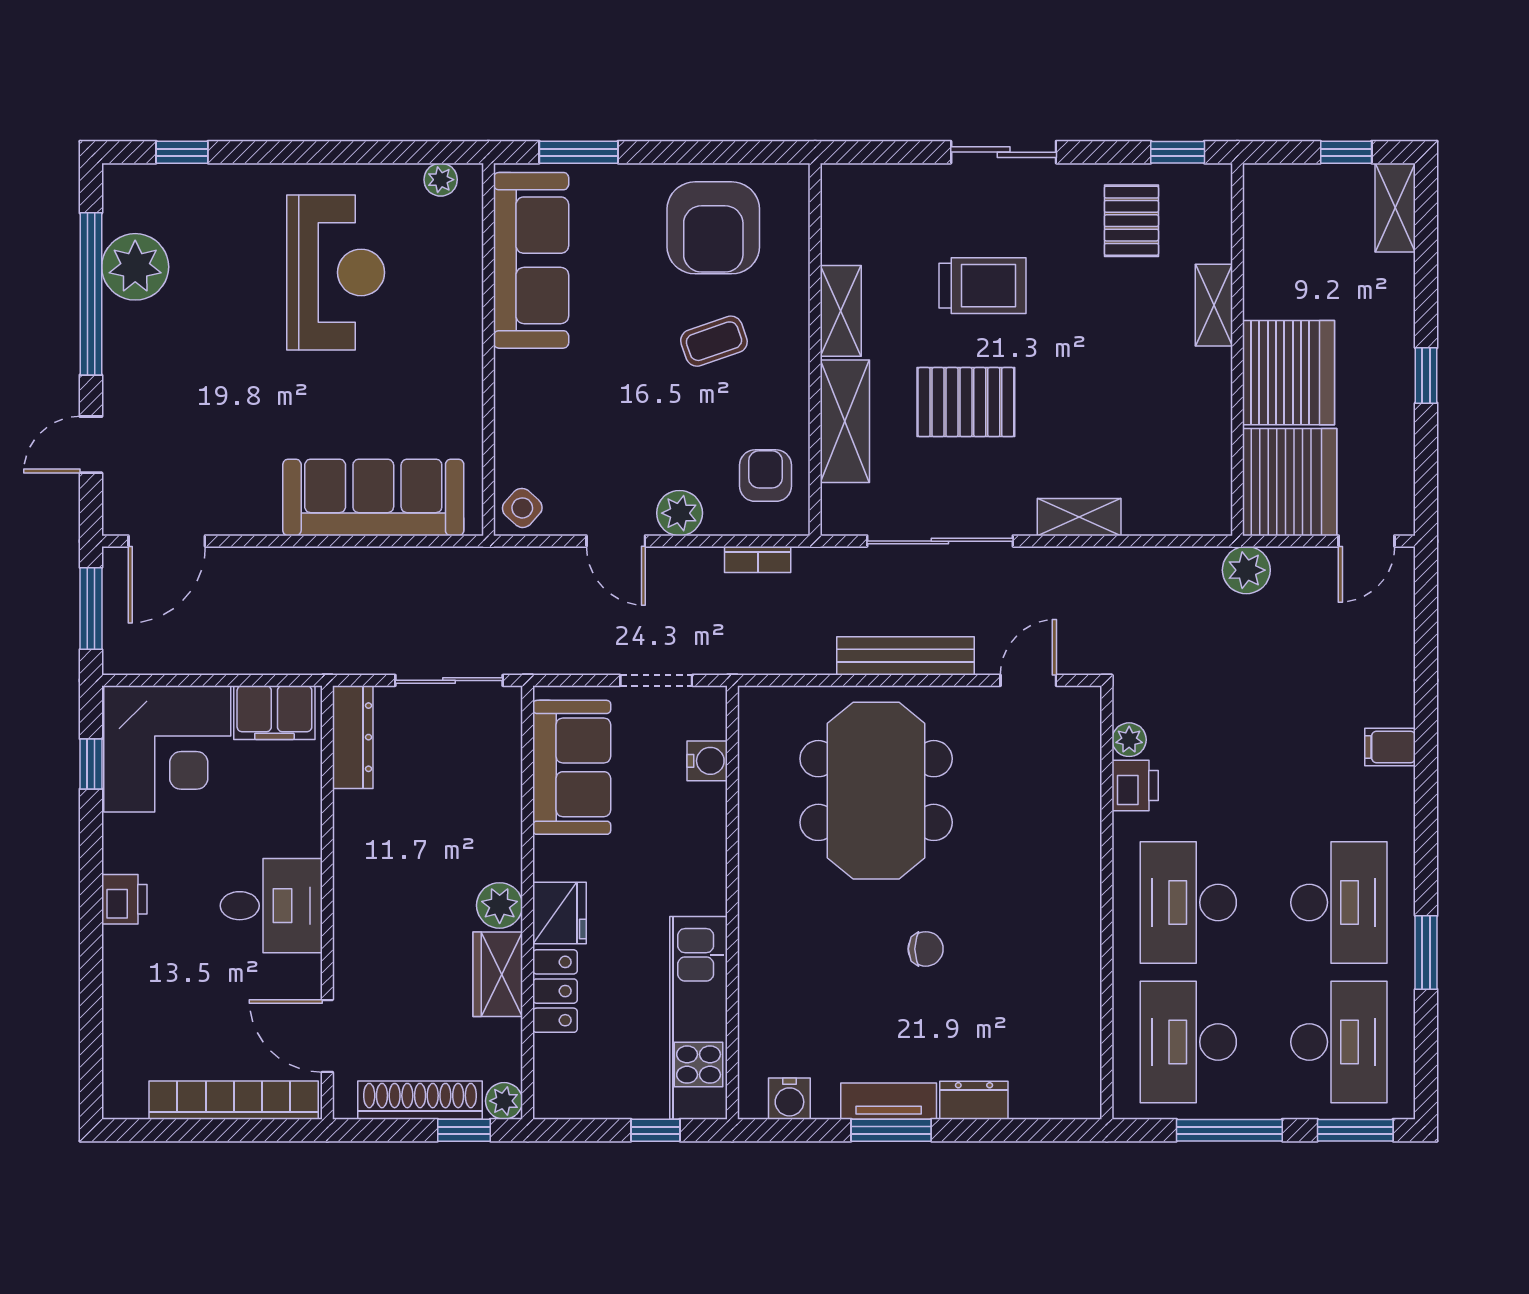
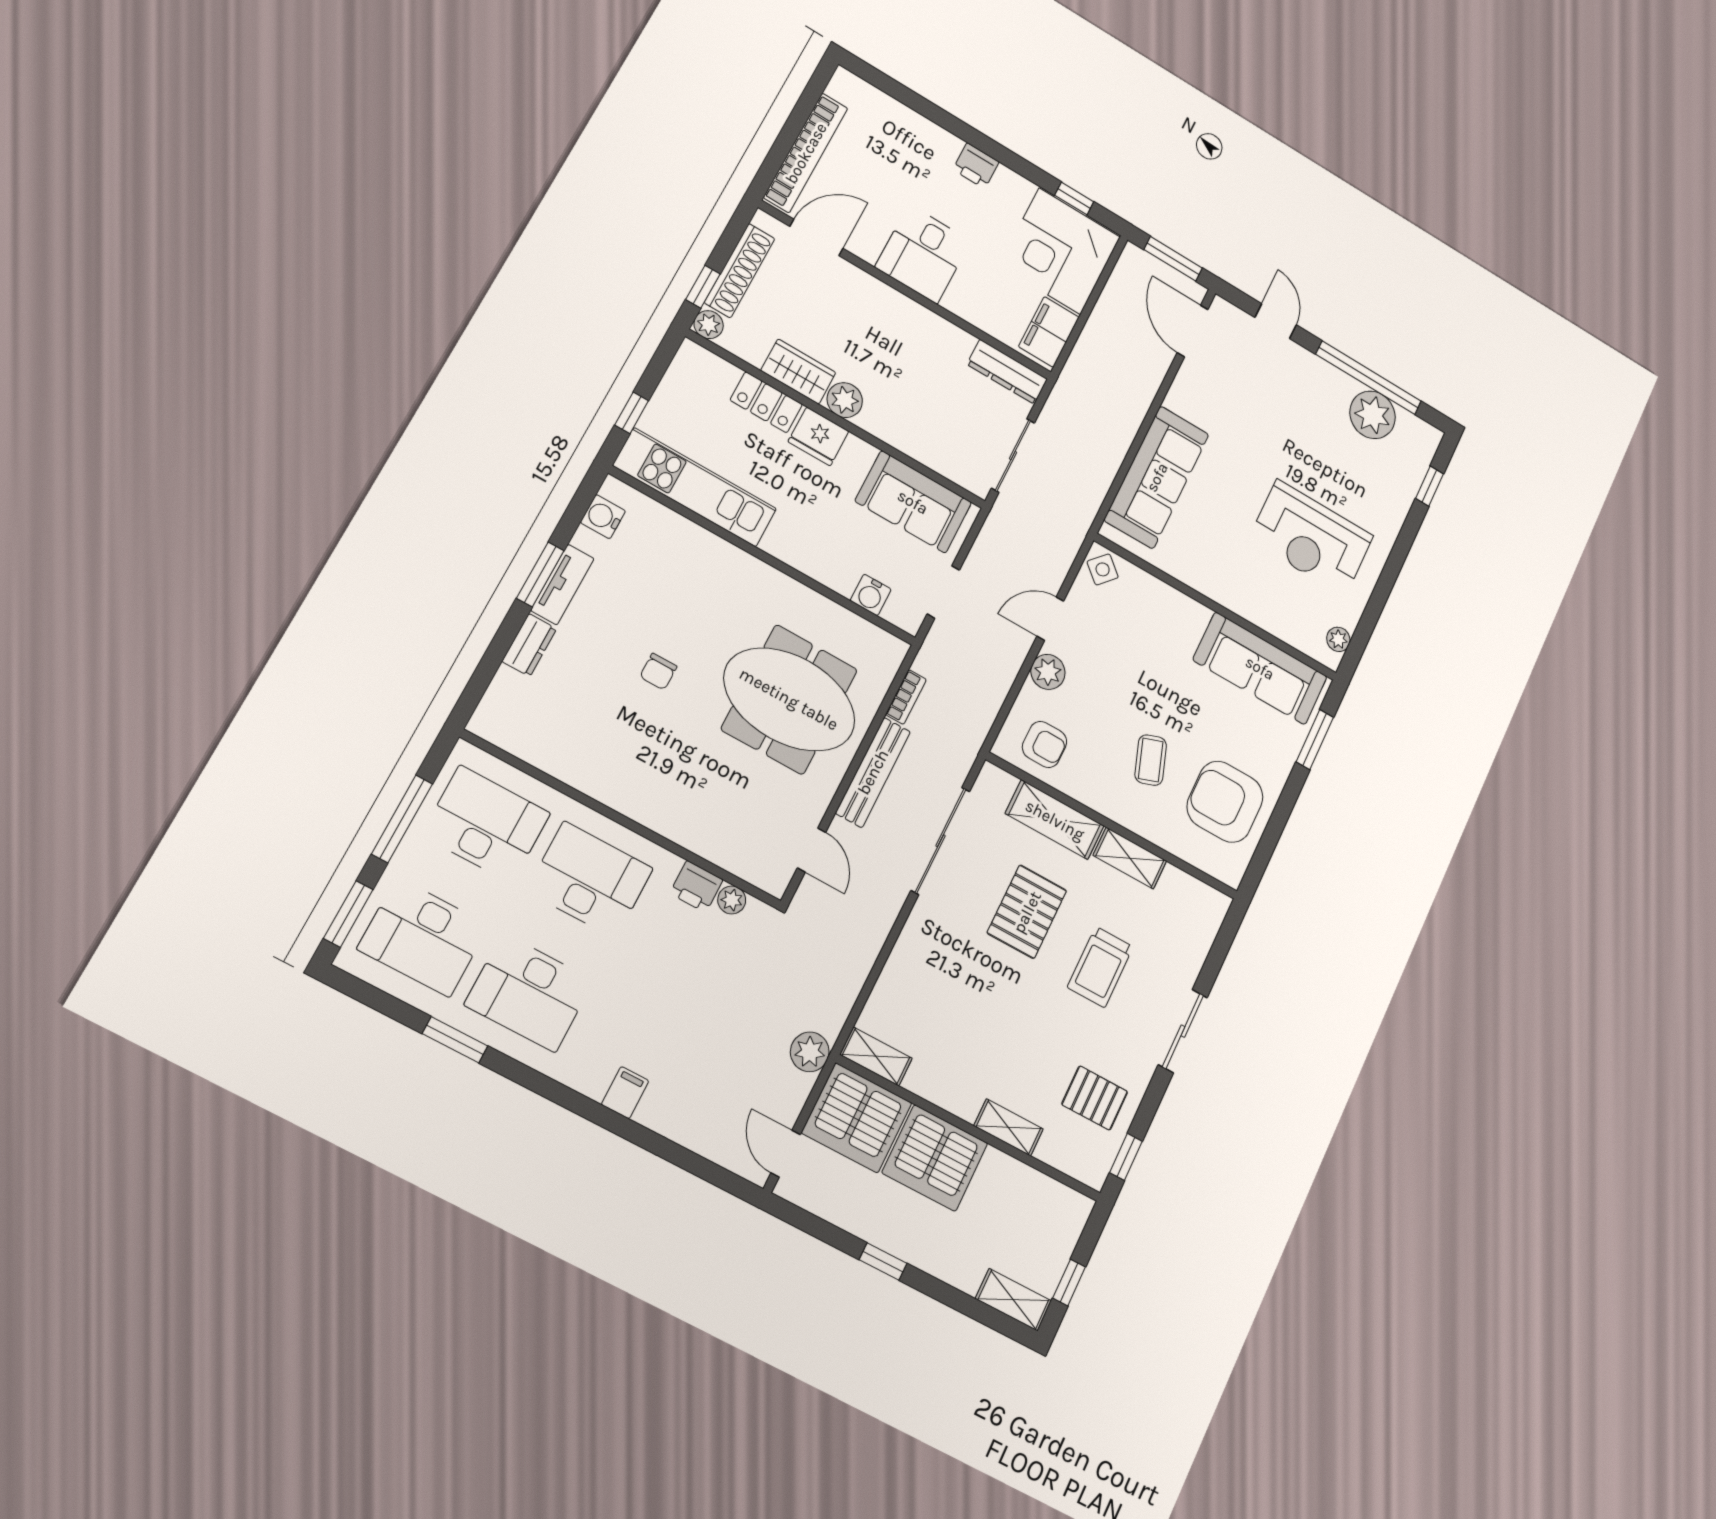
shelving: (1079, 517) -> (876, 1056), moved, turned 90
bookcase: (758, 560) -> (906, 697), moved, turned 180

